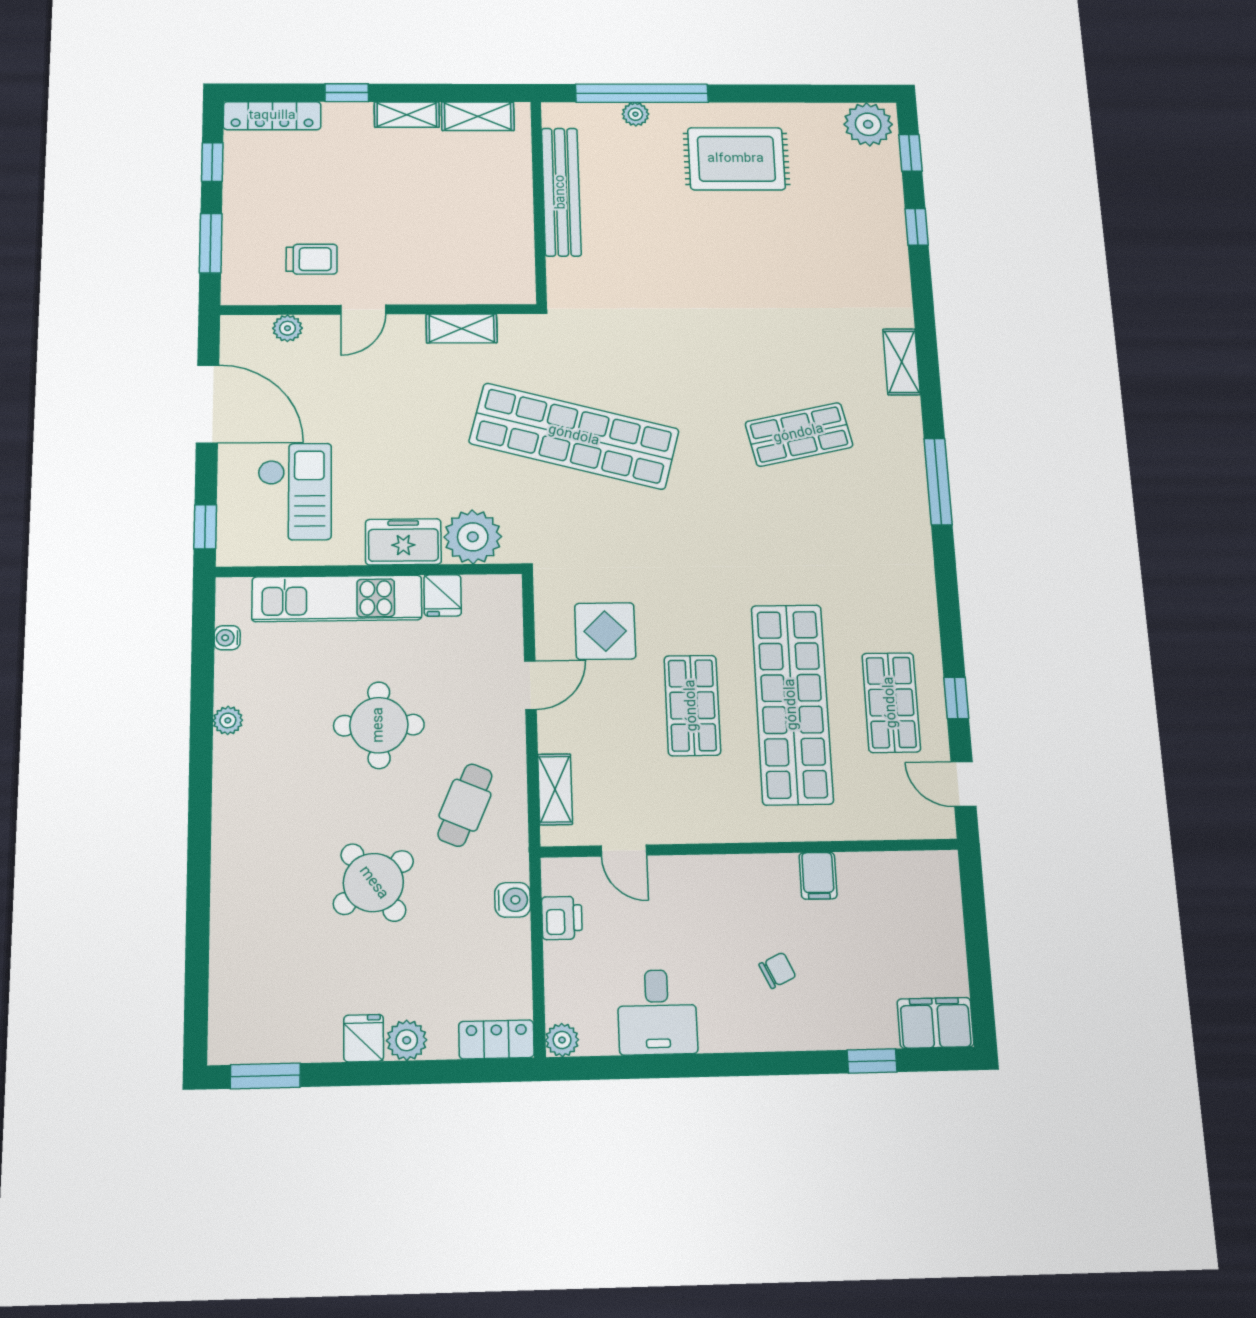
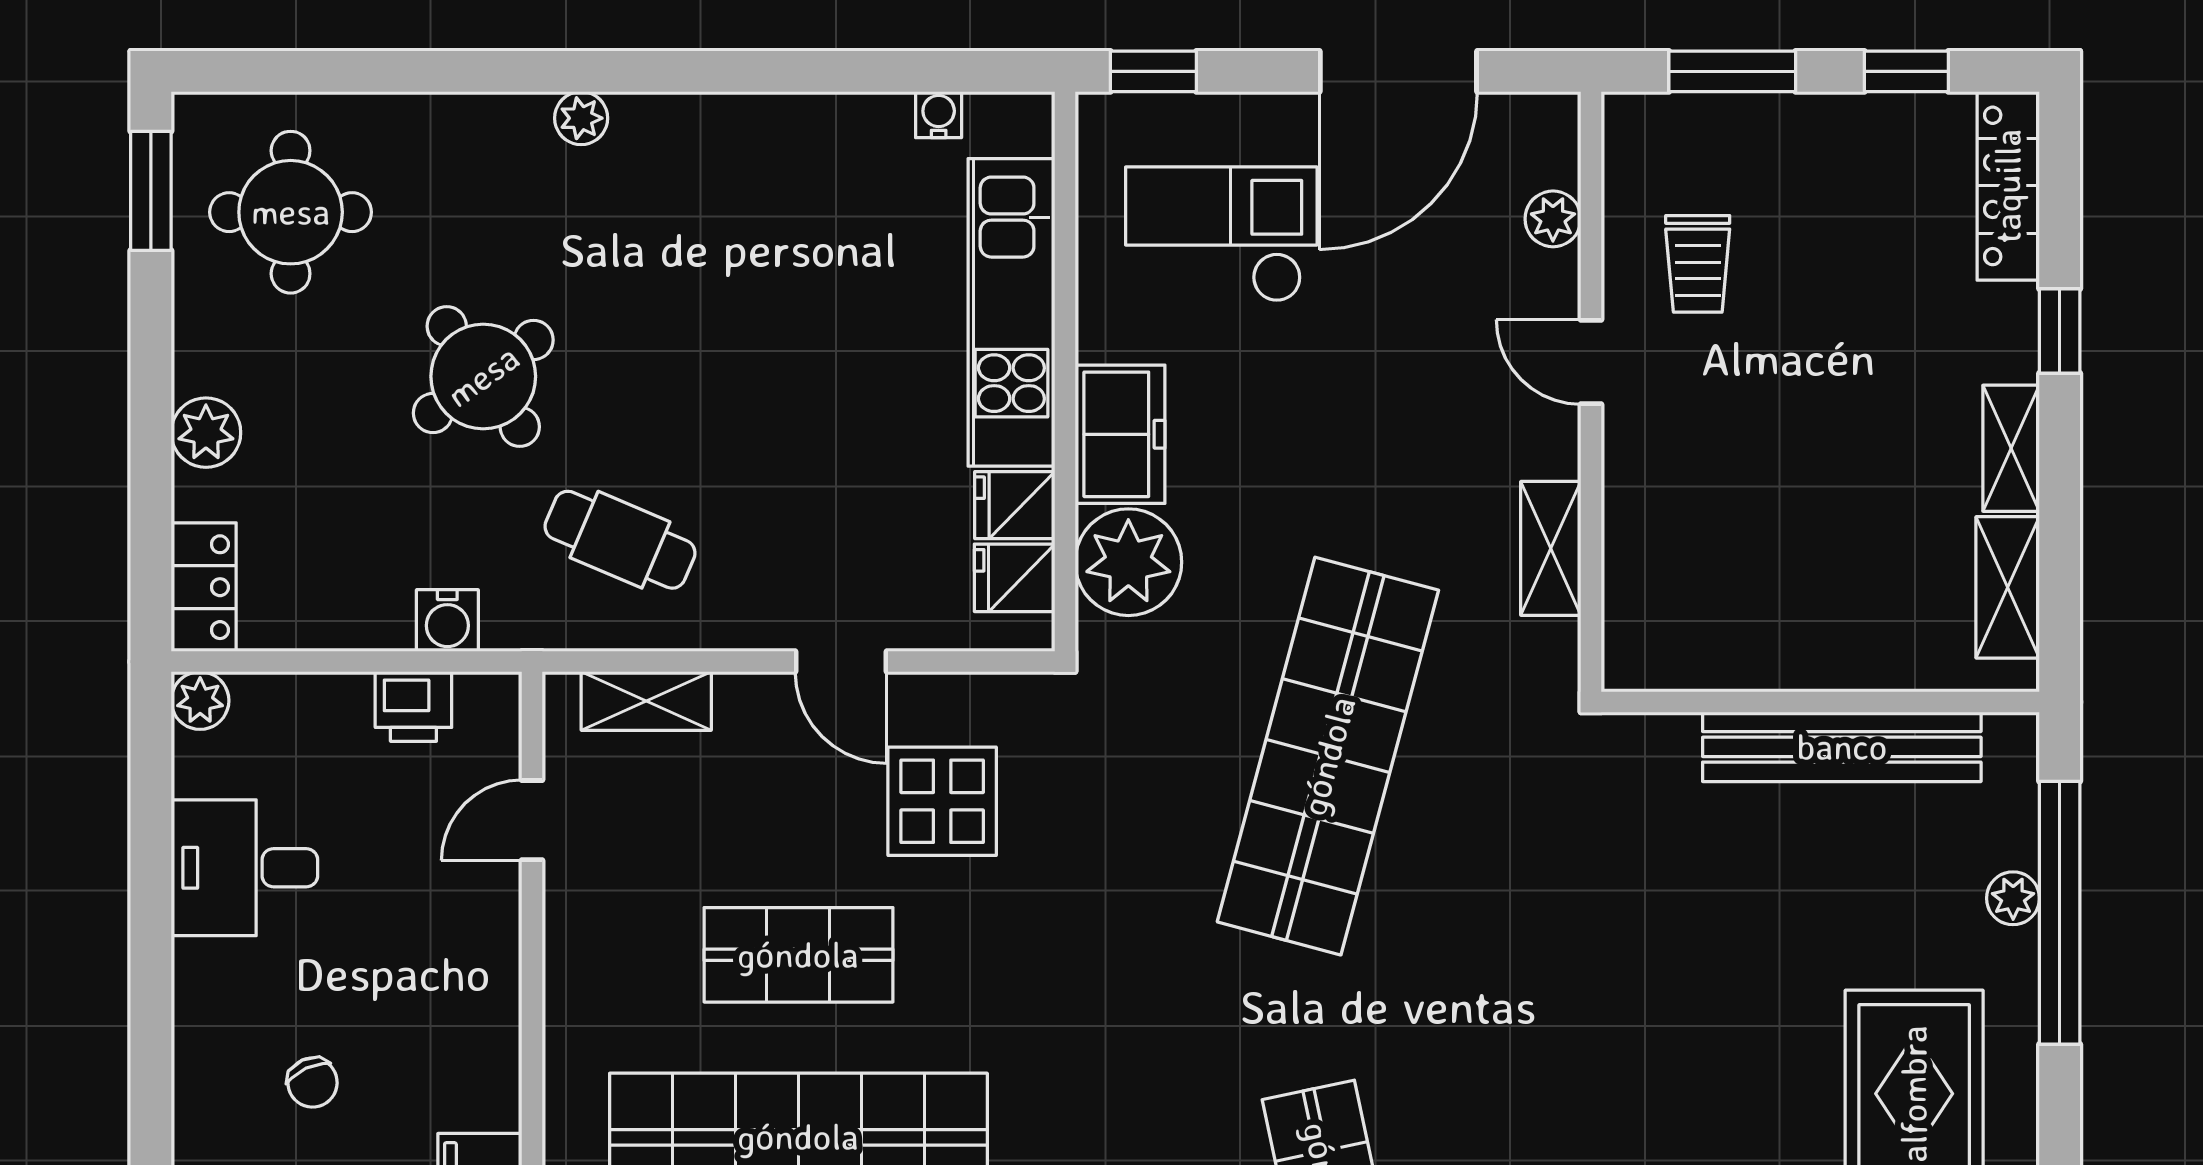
checkout: (295, 492) -> (1221, 234), turned 180
plant: (228, 720) -> (581, 118), moved
round table: (379, 725) -> (291, 212), moved
fridge: (364, 1038) -> (1015, 578), moved, turned 180

